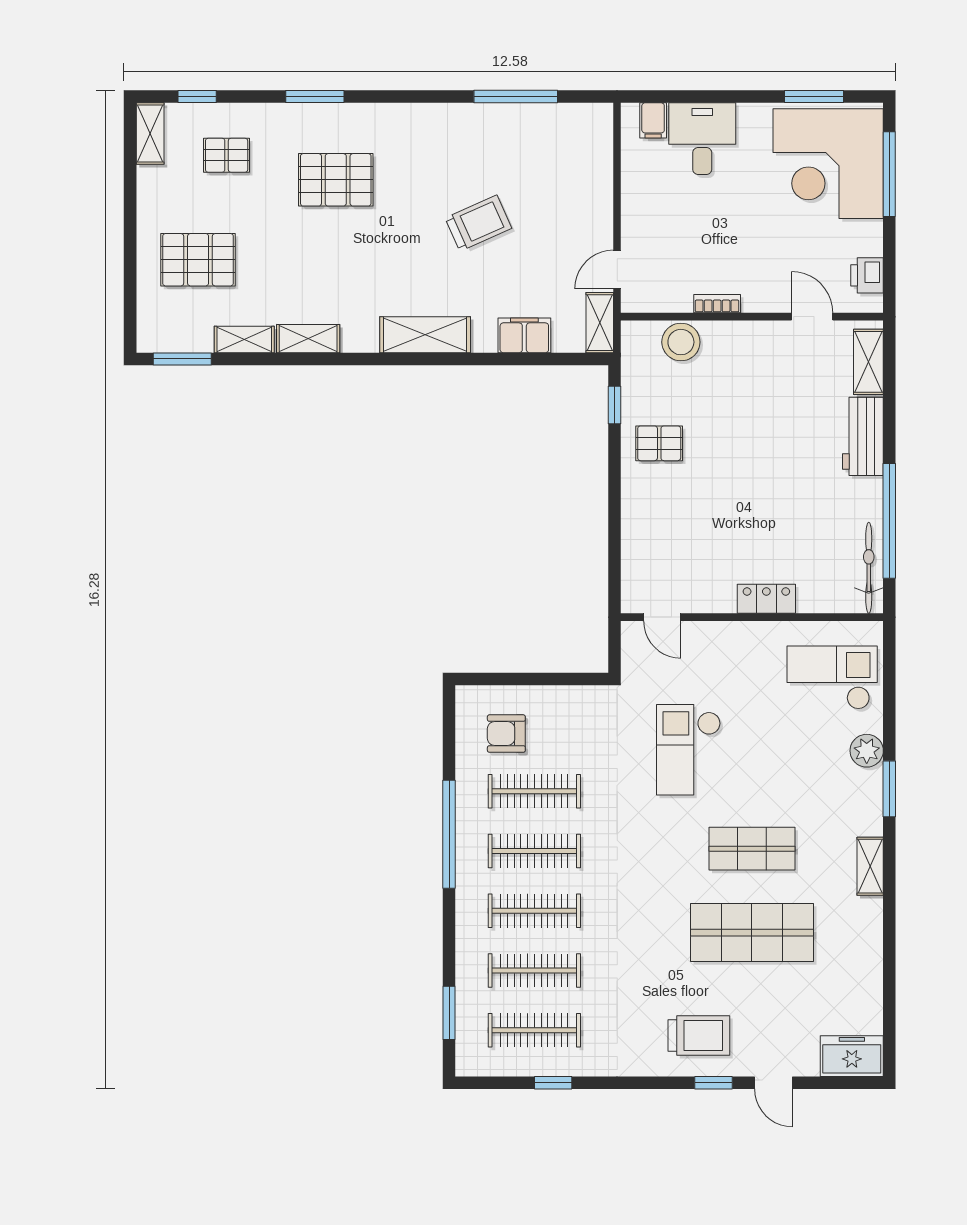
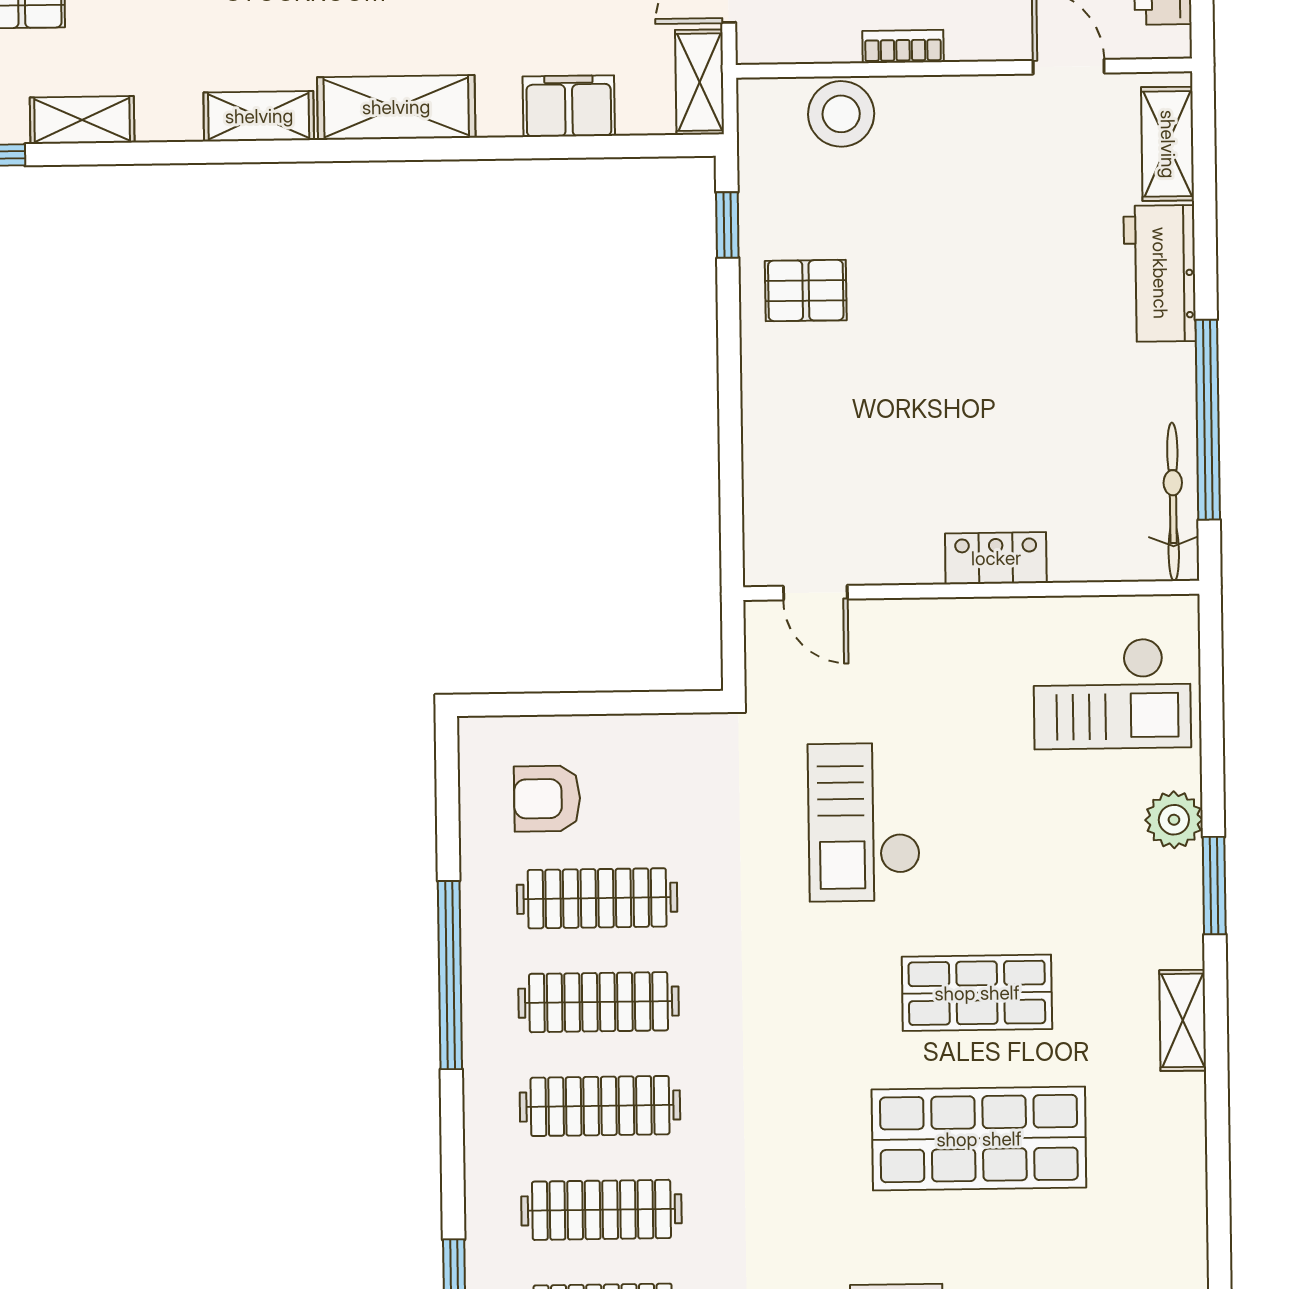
shelving: (308, 339) -> (259, 116), moved
checkout: (832, 678) -> (1112, 694), turned 180

